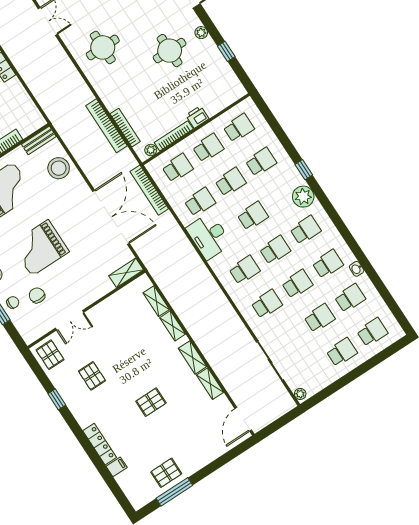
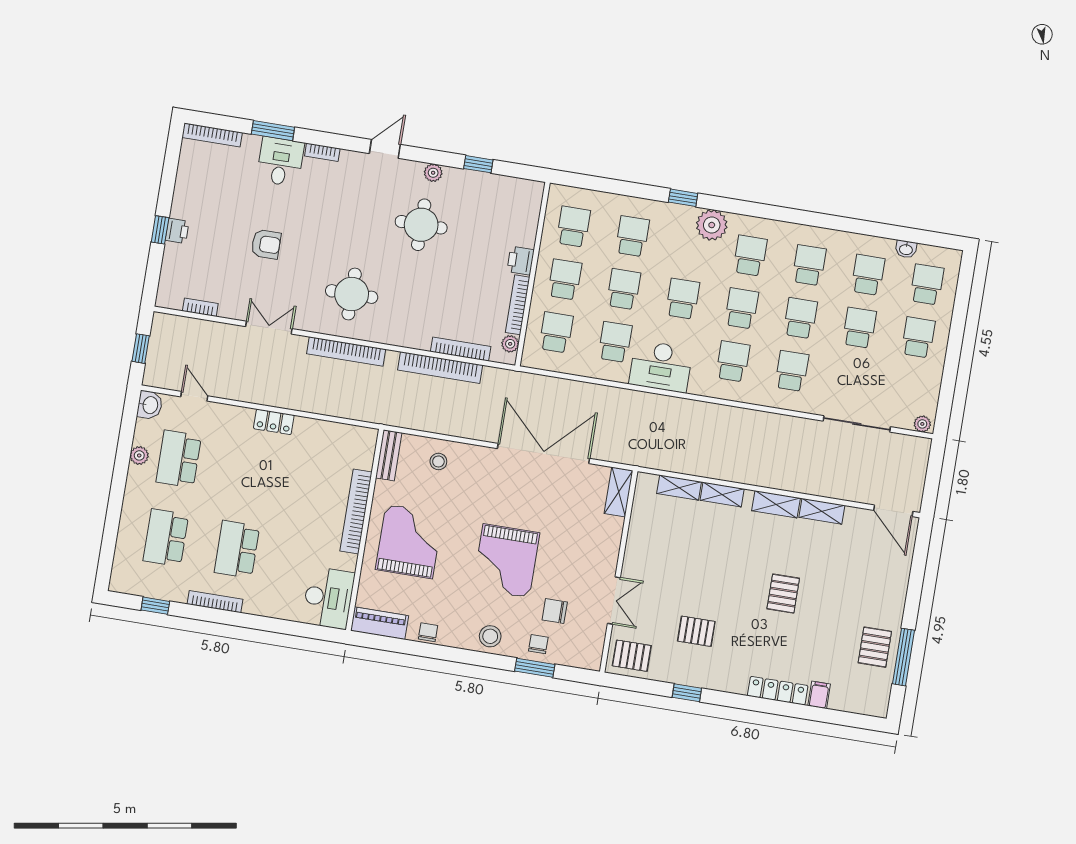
stool: (59, 168) -> (438, 461), width x0.53, depth x0.53
bookcase: (149, 190) -> (346, 351), moved
washbasin: (357, 269) -> (906, 249), moved

